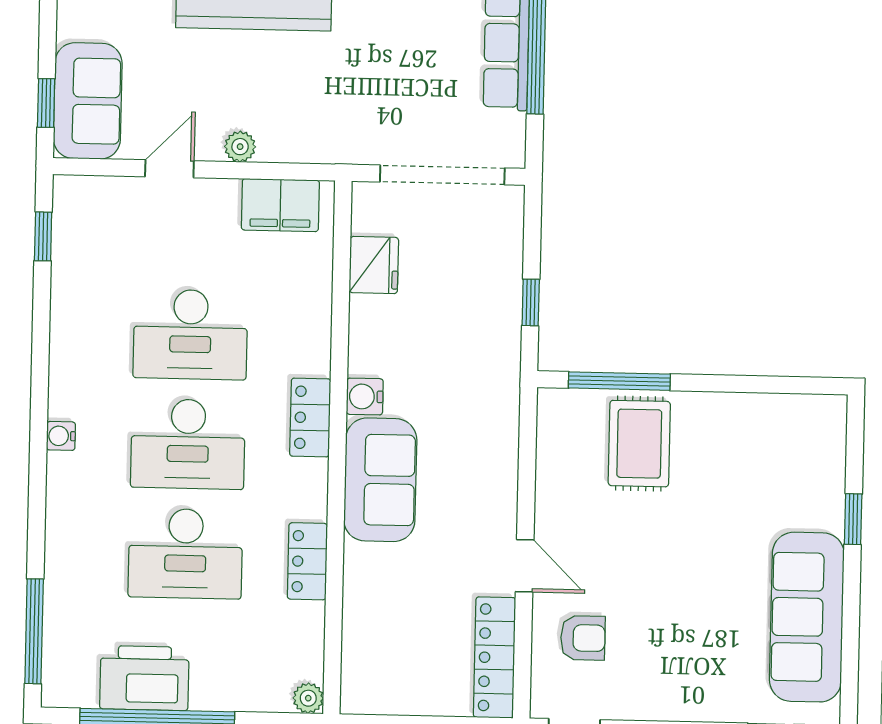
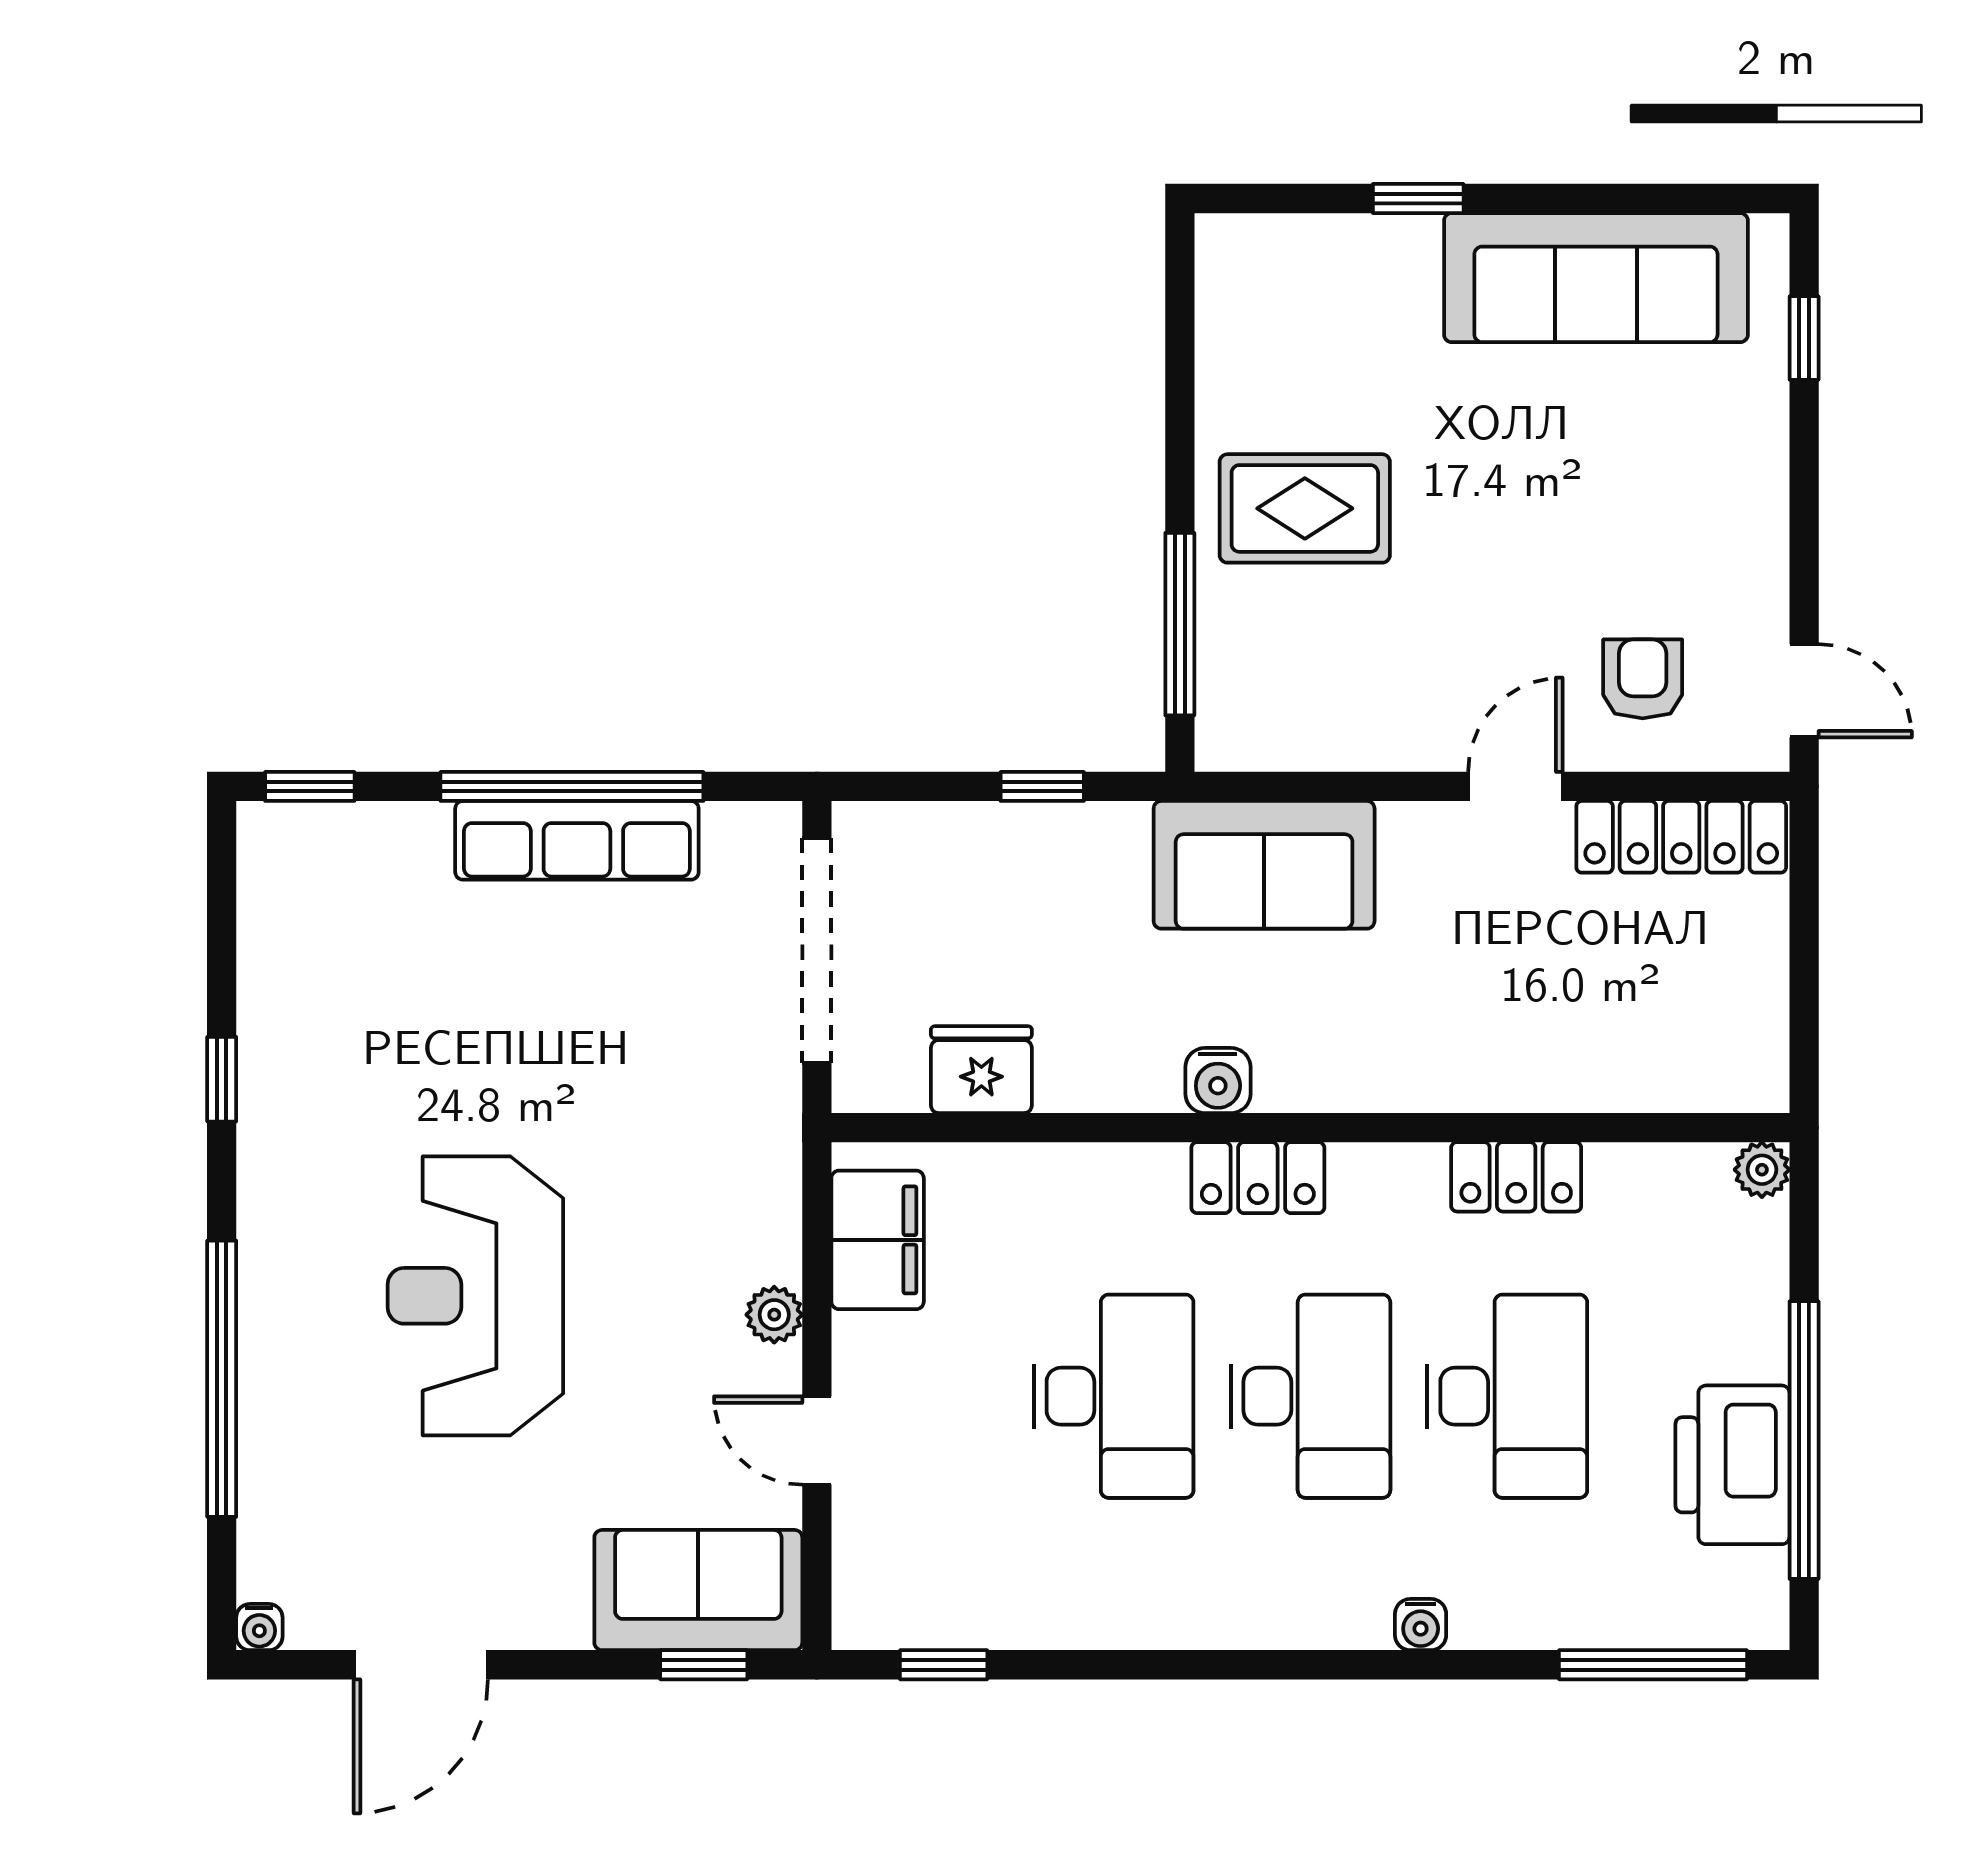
water cooler: (61, 436) -> (1421, 1625), moved
rug: (639, 444) -> (1305, 508), moved
sofa: (380, 480) -> (1264, 865), moved, turned 180

